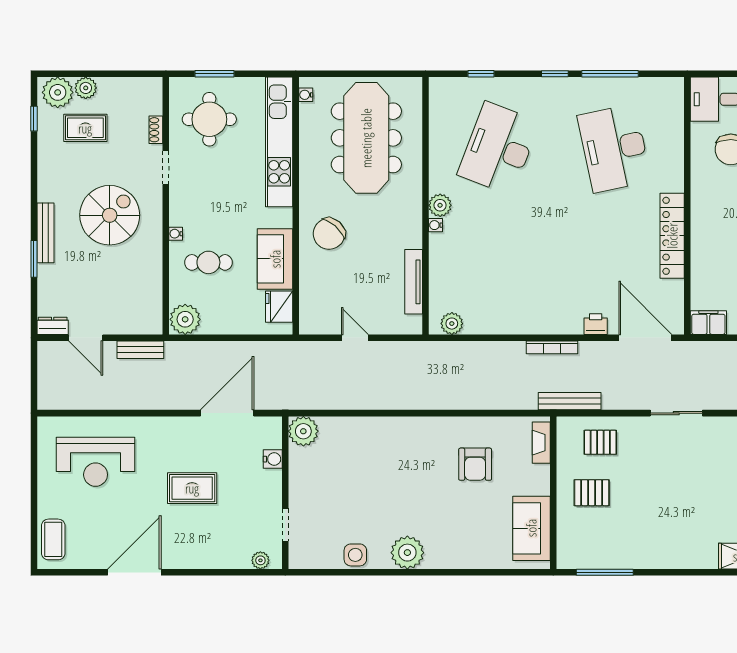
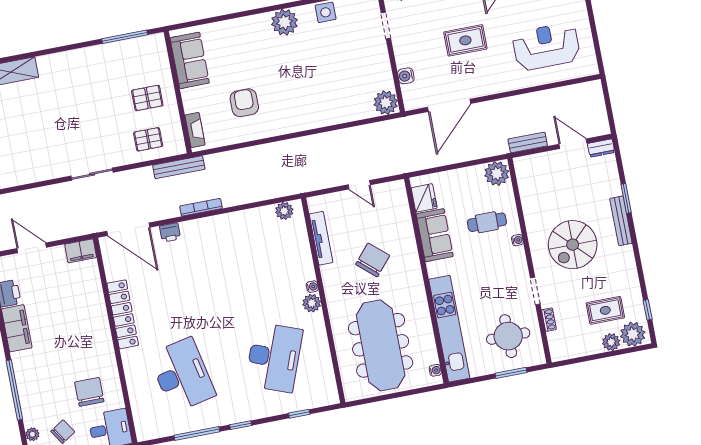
chair: (329, 234) -> (373, 260), moved

